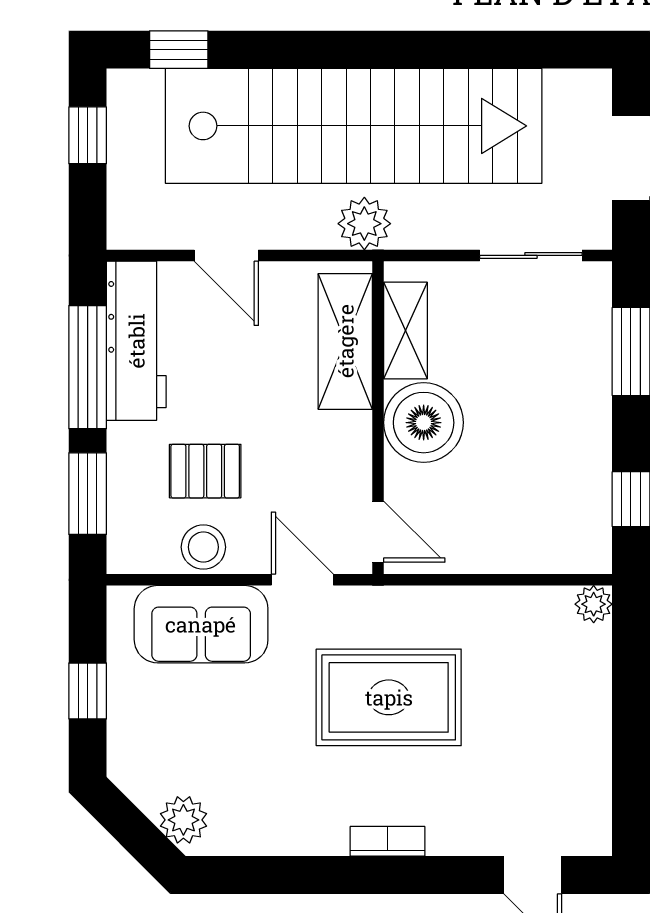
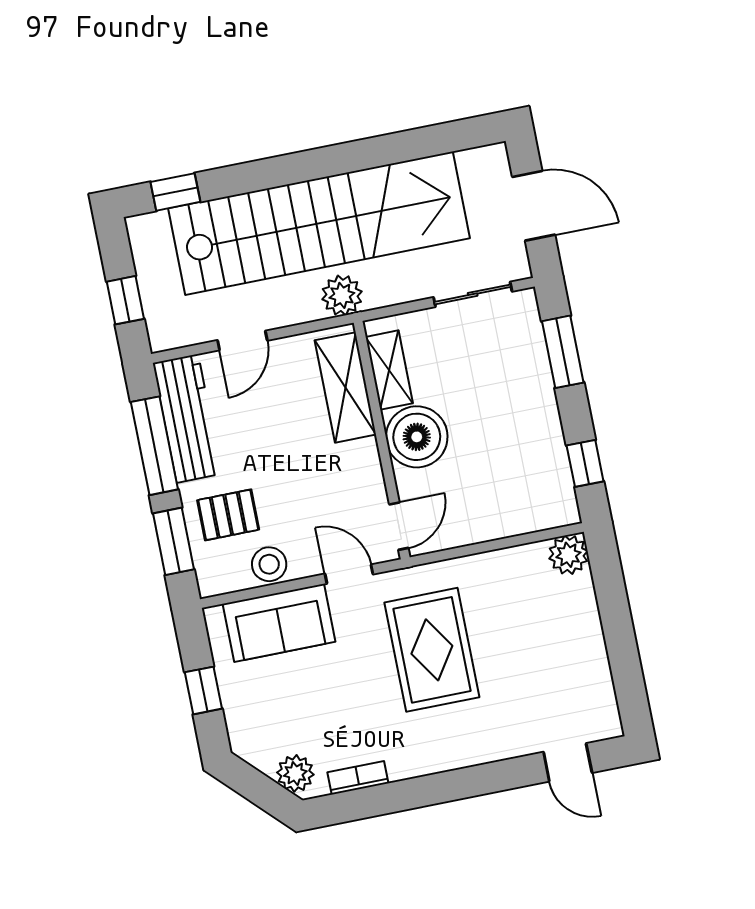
window: (88, 135) -> (125, 300), moved
door: (226, 255) -> (242, 340), hinge flipped
pallet: (205, 471) -> (228, 515), moved
door: (378, 532) -> (399, 526), hinge flipped
plant: (594, 604) -> (568, 555), width x1.38, depth x1.38
rug: (389, 697) -> (432, 650), turned 90
bookcase: (388, 841) -> (358, 778), moved

